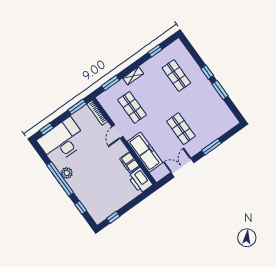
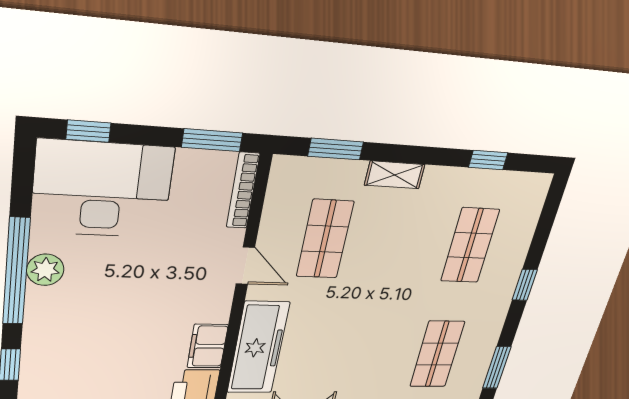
window: (220, 90) -> (497, 368), moved
shop shelf: (181, 129) -> (437, 354), moved
door: (117, 132) -> (245, 266), swing flipped

